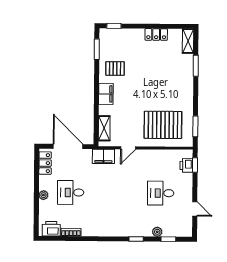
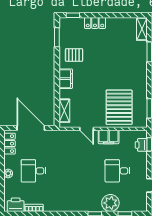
locker: (156, 34) -> (95, 23), moved
pallet: (163, 125) -> (119, 107), turned 90
door: (128, 148) -> (87, 129), hinge flipped
filing cabinet: (103, 156) -> (109, 137), moved
plant: (157, 232) -> (110, 203), width x1.87, depth x1.87

